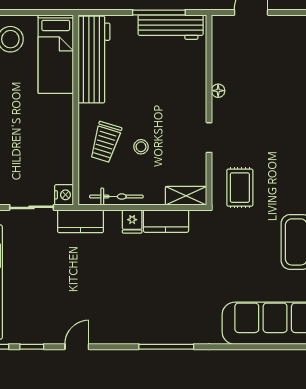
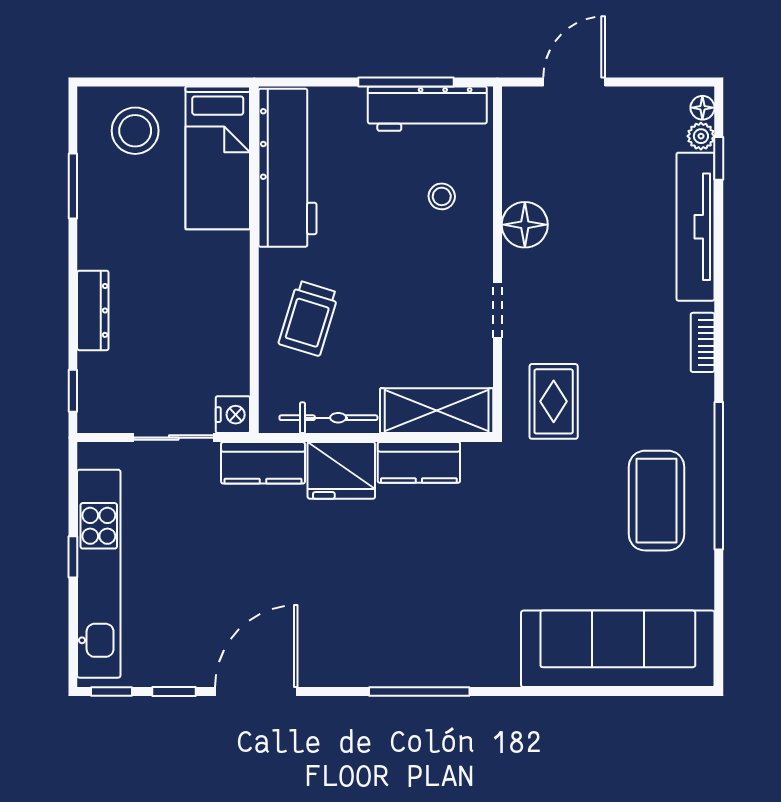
floor lamp: (218, 91) -> (525, 225), width x1.89, depth x1.89
stool: (141, 147) -> (442, 196), moved
shelving: (186, 196) -> (437, 411), width x1.50, depth x1.33
fridge: (132, 221) -> (341, 470), width x1.88, depth x1.34
door: (77, 347) -> (256, 692), width x1.87

